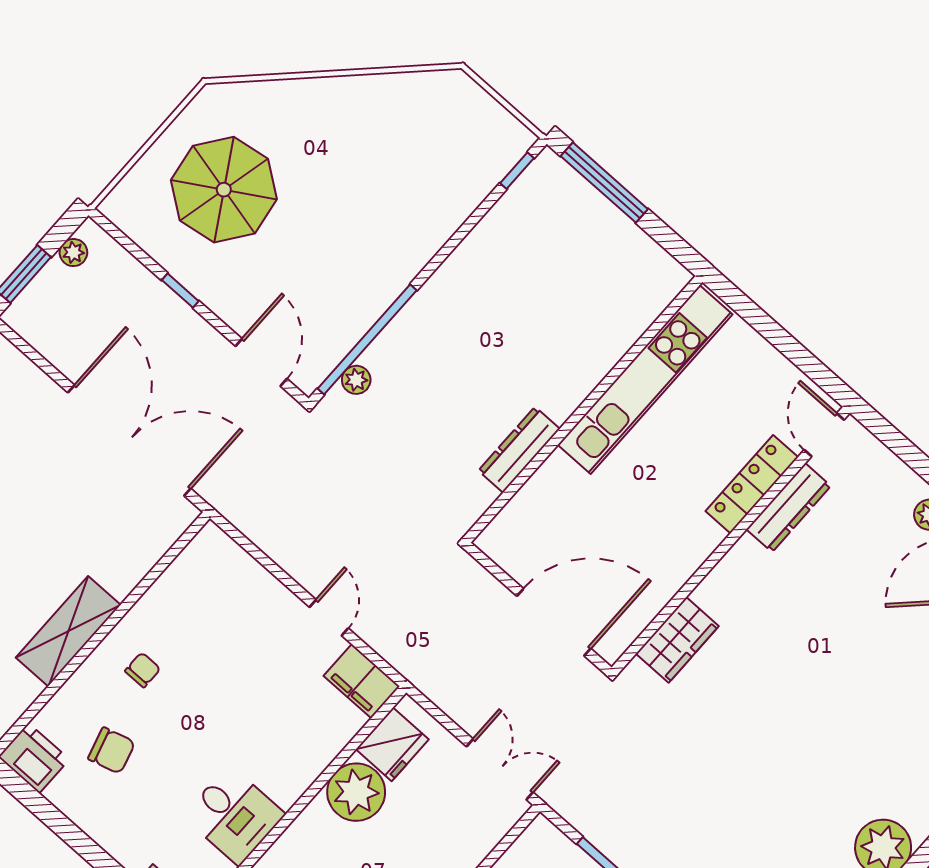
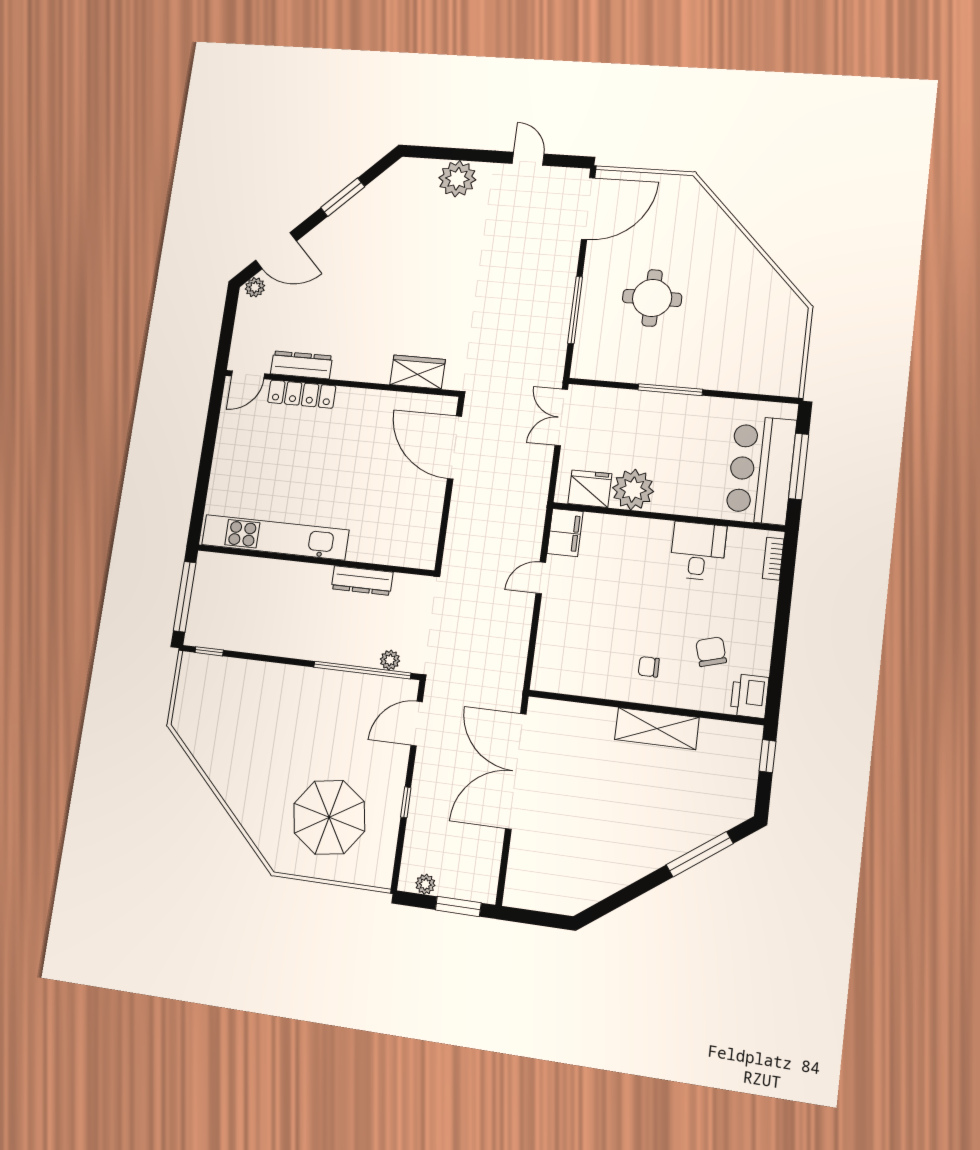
kitchen unit: (645, 380) -> (275, 537), moved
wall: (583, 409) -> (315, 560), moved
dresser: (519, 450) -> (362, 580), moved

